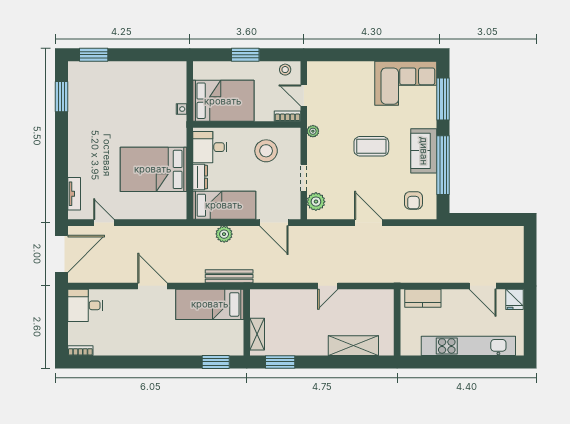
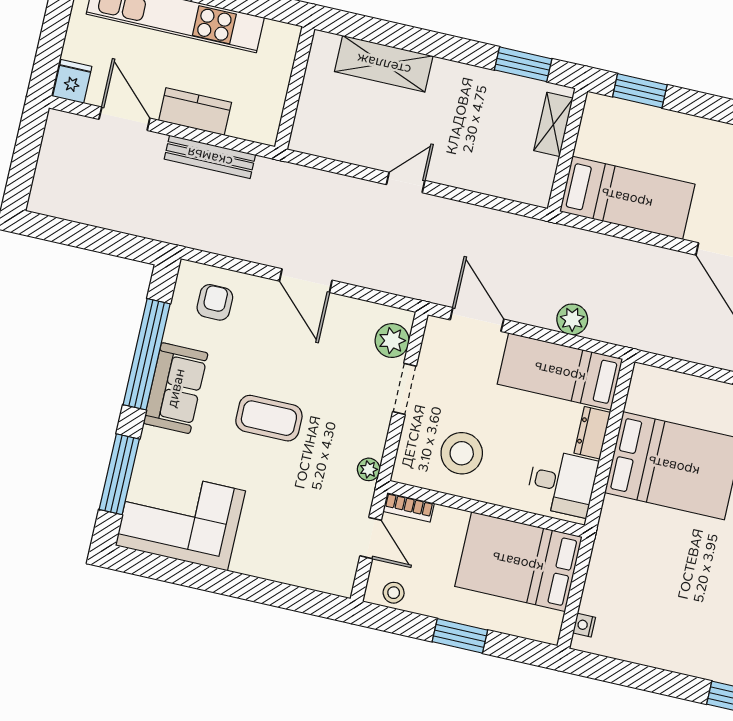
nightstand: (181, 109) -> (584, 625), moved
bench: (229, 276) -> (210, 157), moved
kitchen counter: (423, 298) -> (195, 111), moved

